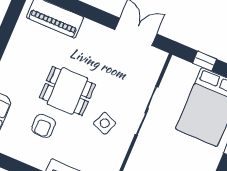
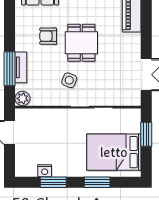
window: (205, 61) -> (146, 134), width x1.50

